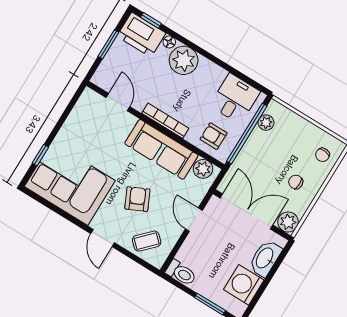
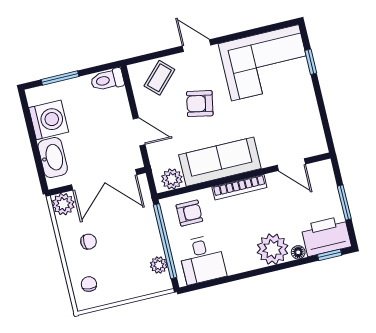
armchair: (137, 199) -> (200, 104), turned 126

